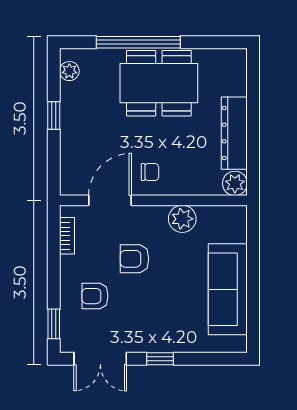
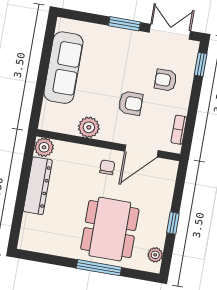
window: (138, 42) -> (99, 268), width x0.68
dining table: (159, 83) -> (110, 229), moved, turned 90
chair: (150, 172) -> (107, 167), turned 90
armchair: (95, 296) -> (166, 80), turned 180
window: (160, 359) -> (124, 24), width x1.50

